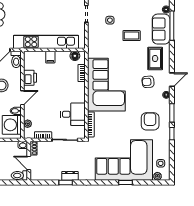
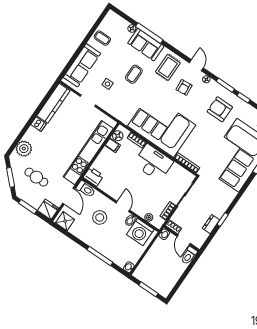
filing cabinet: (50, 57) -> (113, 145), moved
rug: (155, 58) -> (168, 67), turned 90
printer: (30, 78) -> (93, 177), moved
desk: (73, 114) -> (153, 163), moved, width x1.37
door: (29, 163) -> (184, 240), hinge flipped
dresser: (70, 176) -> (211, 224), moved

